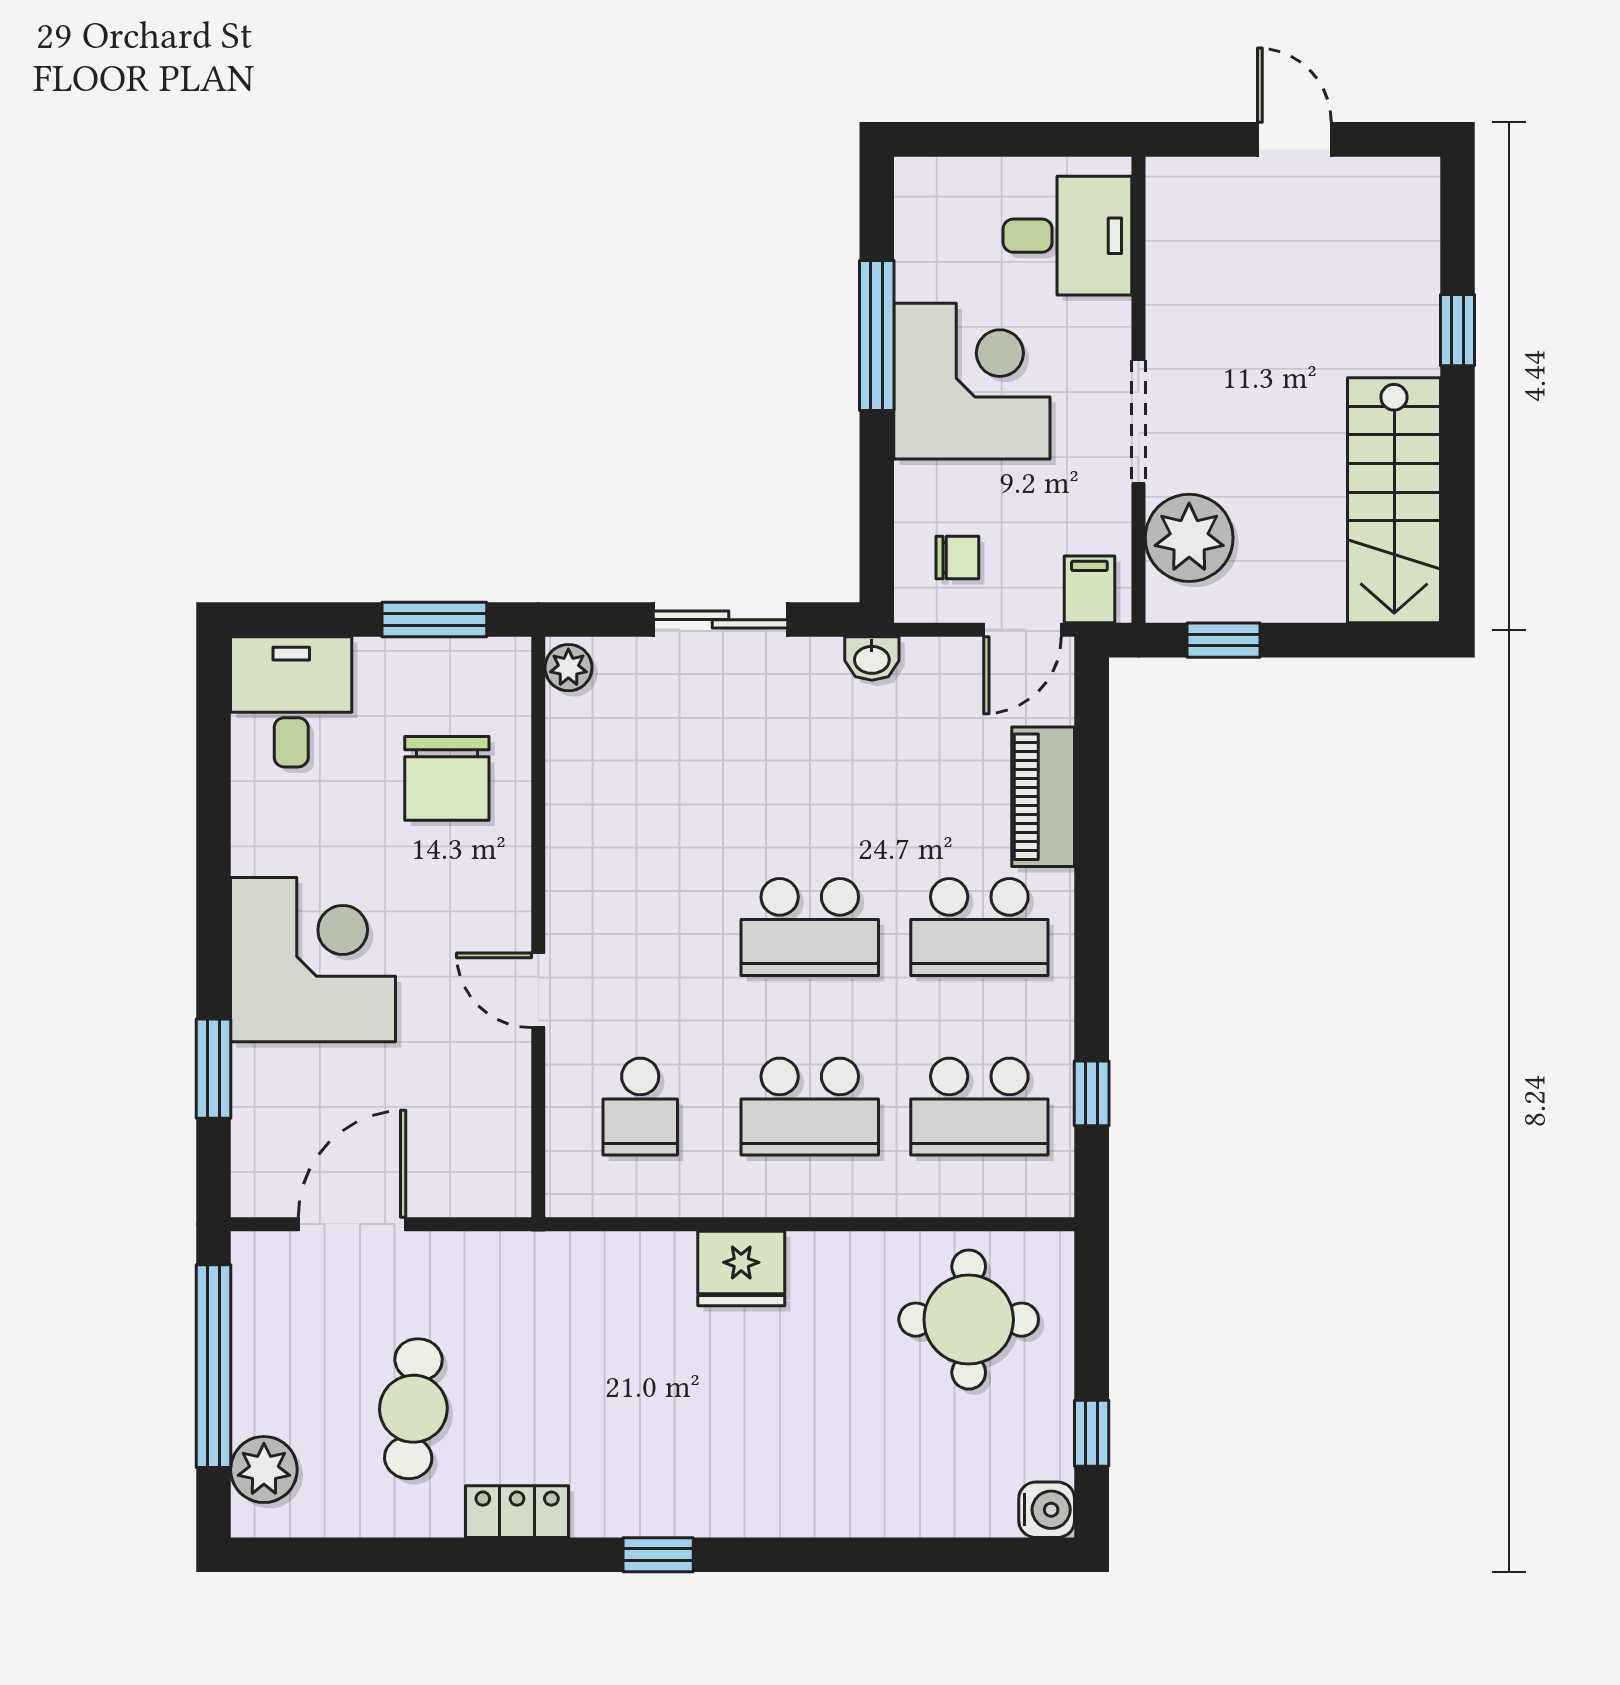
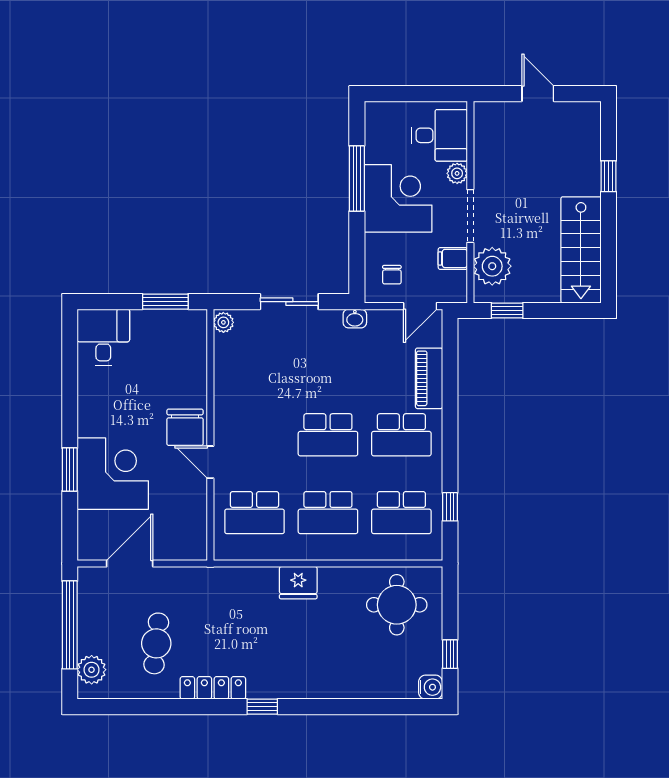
plant: (1108, 324) -> (457, 173), added
chair: (957, 557) -> (392, 275), turned 90
filing cabinet: (1089, 589) -> (453, 258), moved, turned -90
chair: (447, 778) -> (185, 427), moved
corner desk: (313, 960) -> (113, 474), moved
window: (214, 1069) -> (70, 470), moved
school desk: (640, 1107) -> (255, 513), width x1.85
locker: (517, 1512) -> (213, 688), width x1.53

